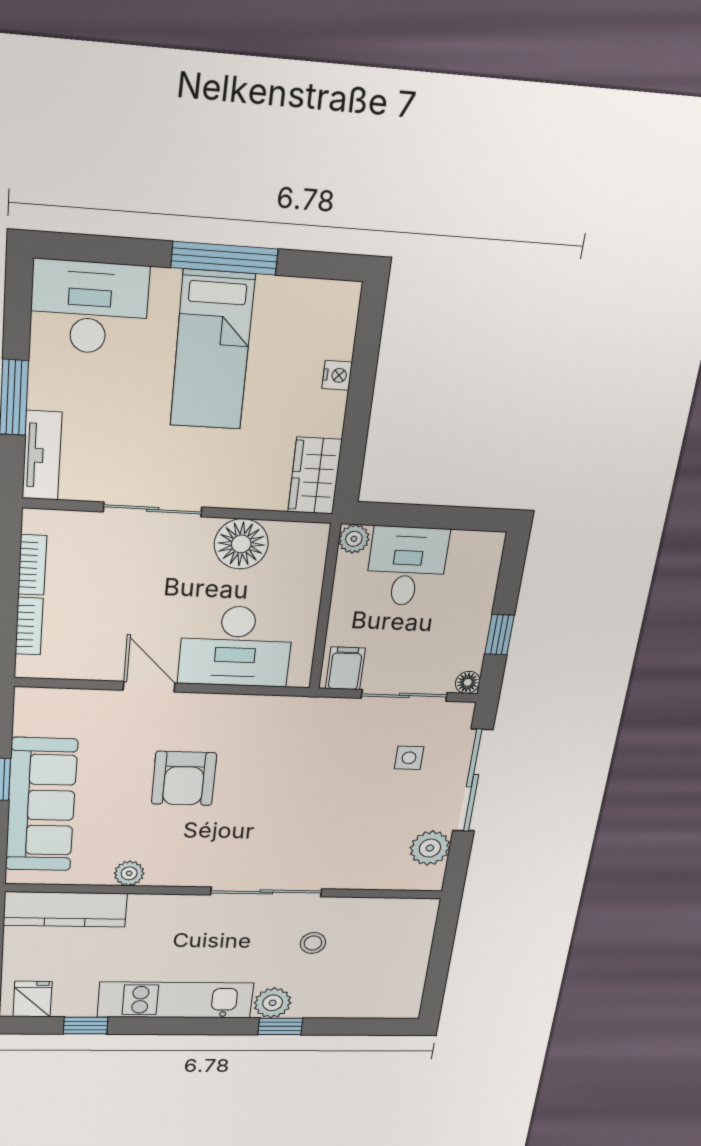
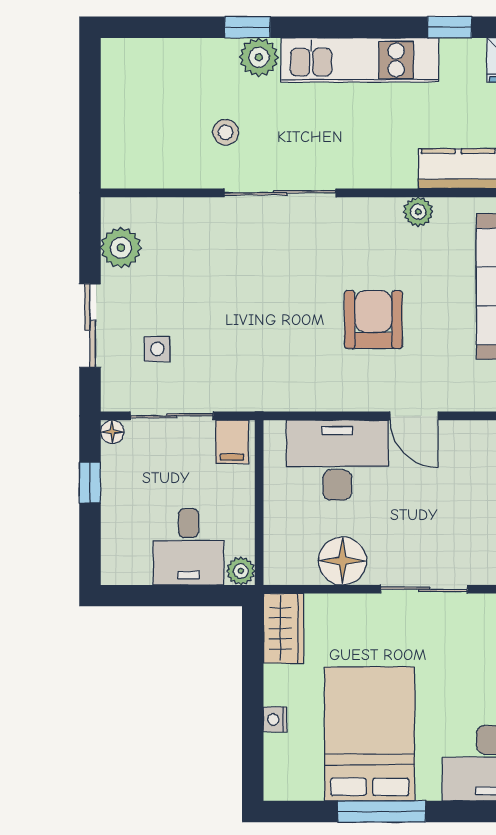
bed: (212, 351) -> (370, 734), width x1.50
sliding door: (473, 781) -> (90, 326), width x0.73

